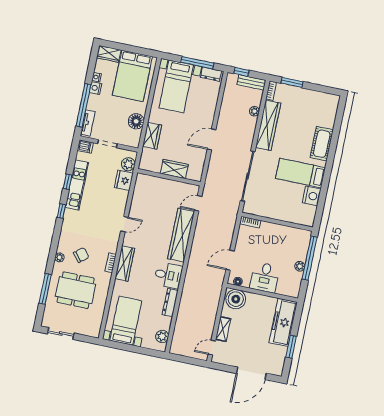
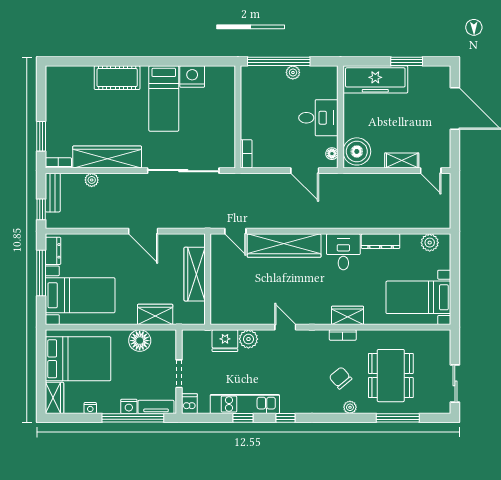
nightstand: (95, 88) -> (129, 406), moved
plant: (128, 164) -> (248, 339), moved
wardrobe: (174, 169) -> (195, 274), width x1.50
wardrobe: (125, 263) -> (348, 315), width x0.67

